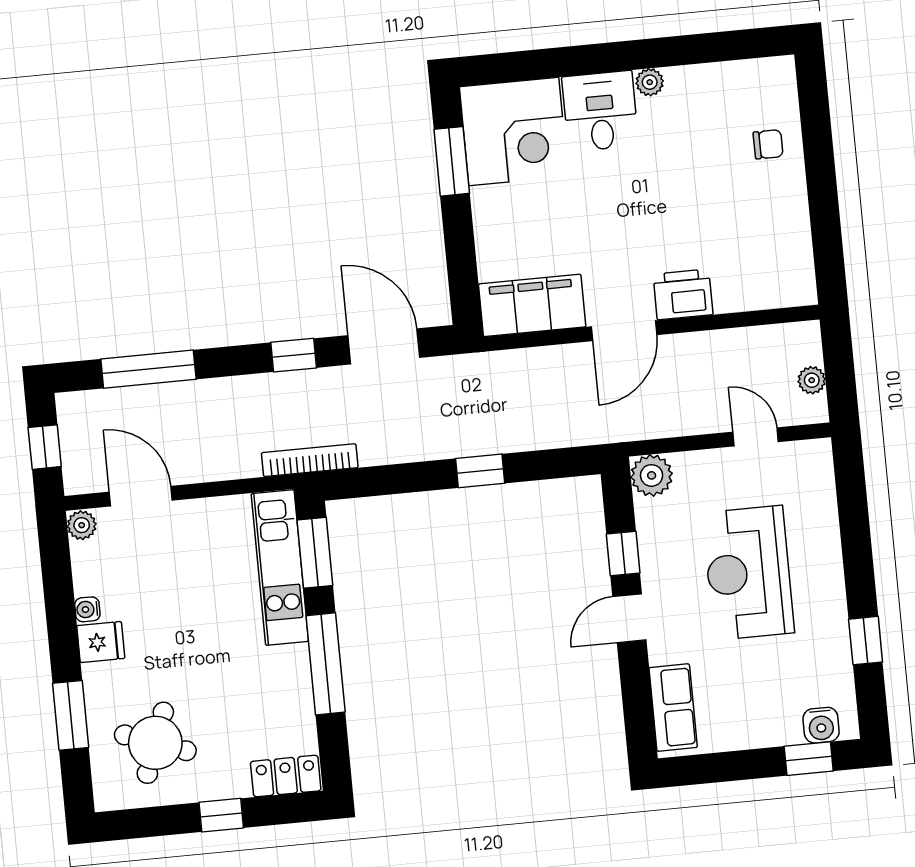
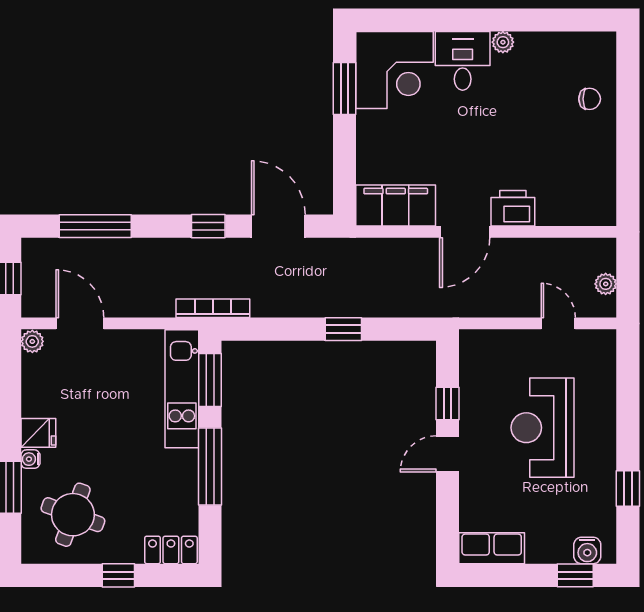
plant: (652, 475) -> (475, 345), removed
water cooler: (87, 609) -> (30, 459), moved
row of seats: (673, 708) -> (492, 548), moved, turned -90

